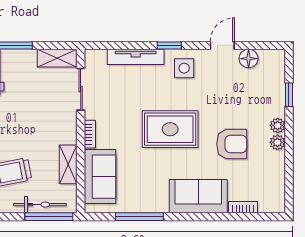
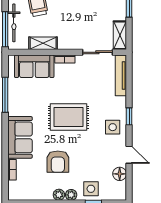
tv unit: (136, 57) -> (121, 75), moved
side table: (269, 98) -> (91, 189), added
rug: (170, 129) -> (68, 117), turned 90

